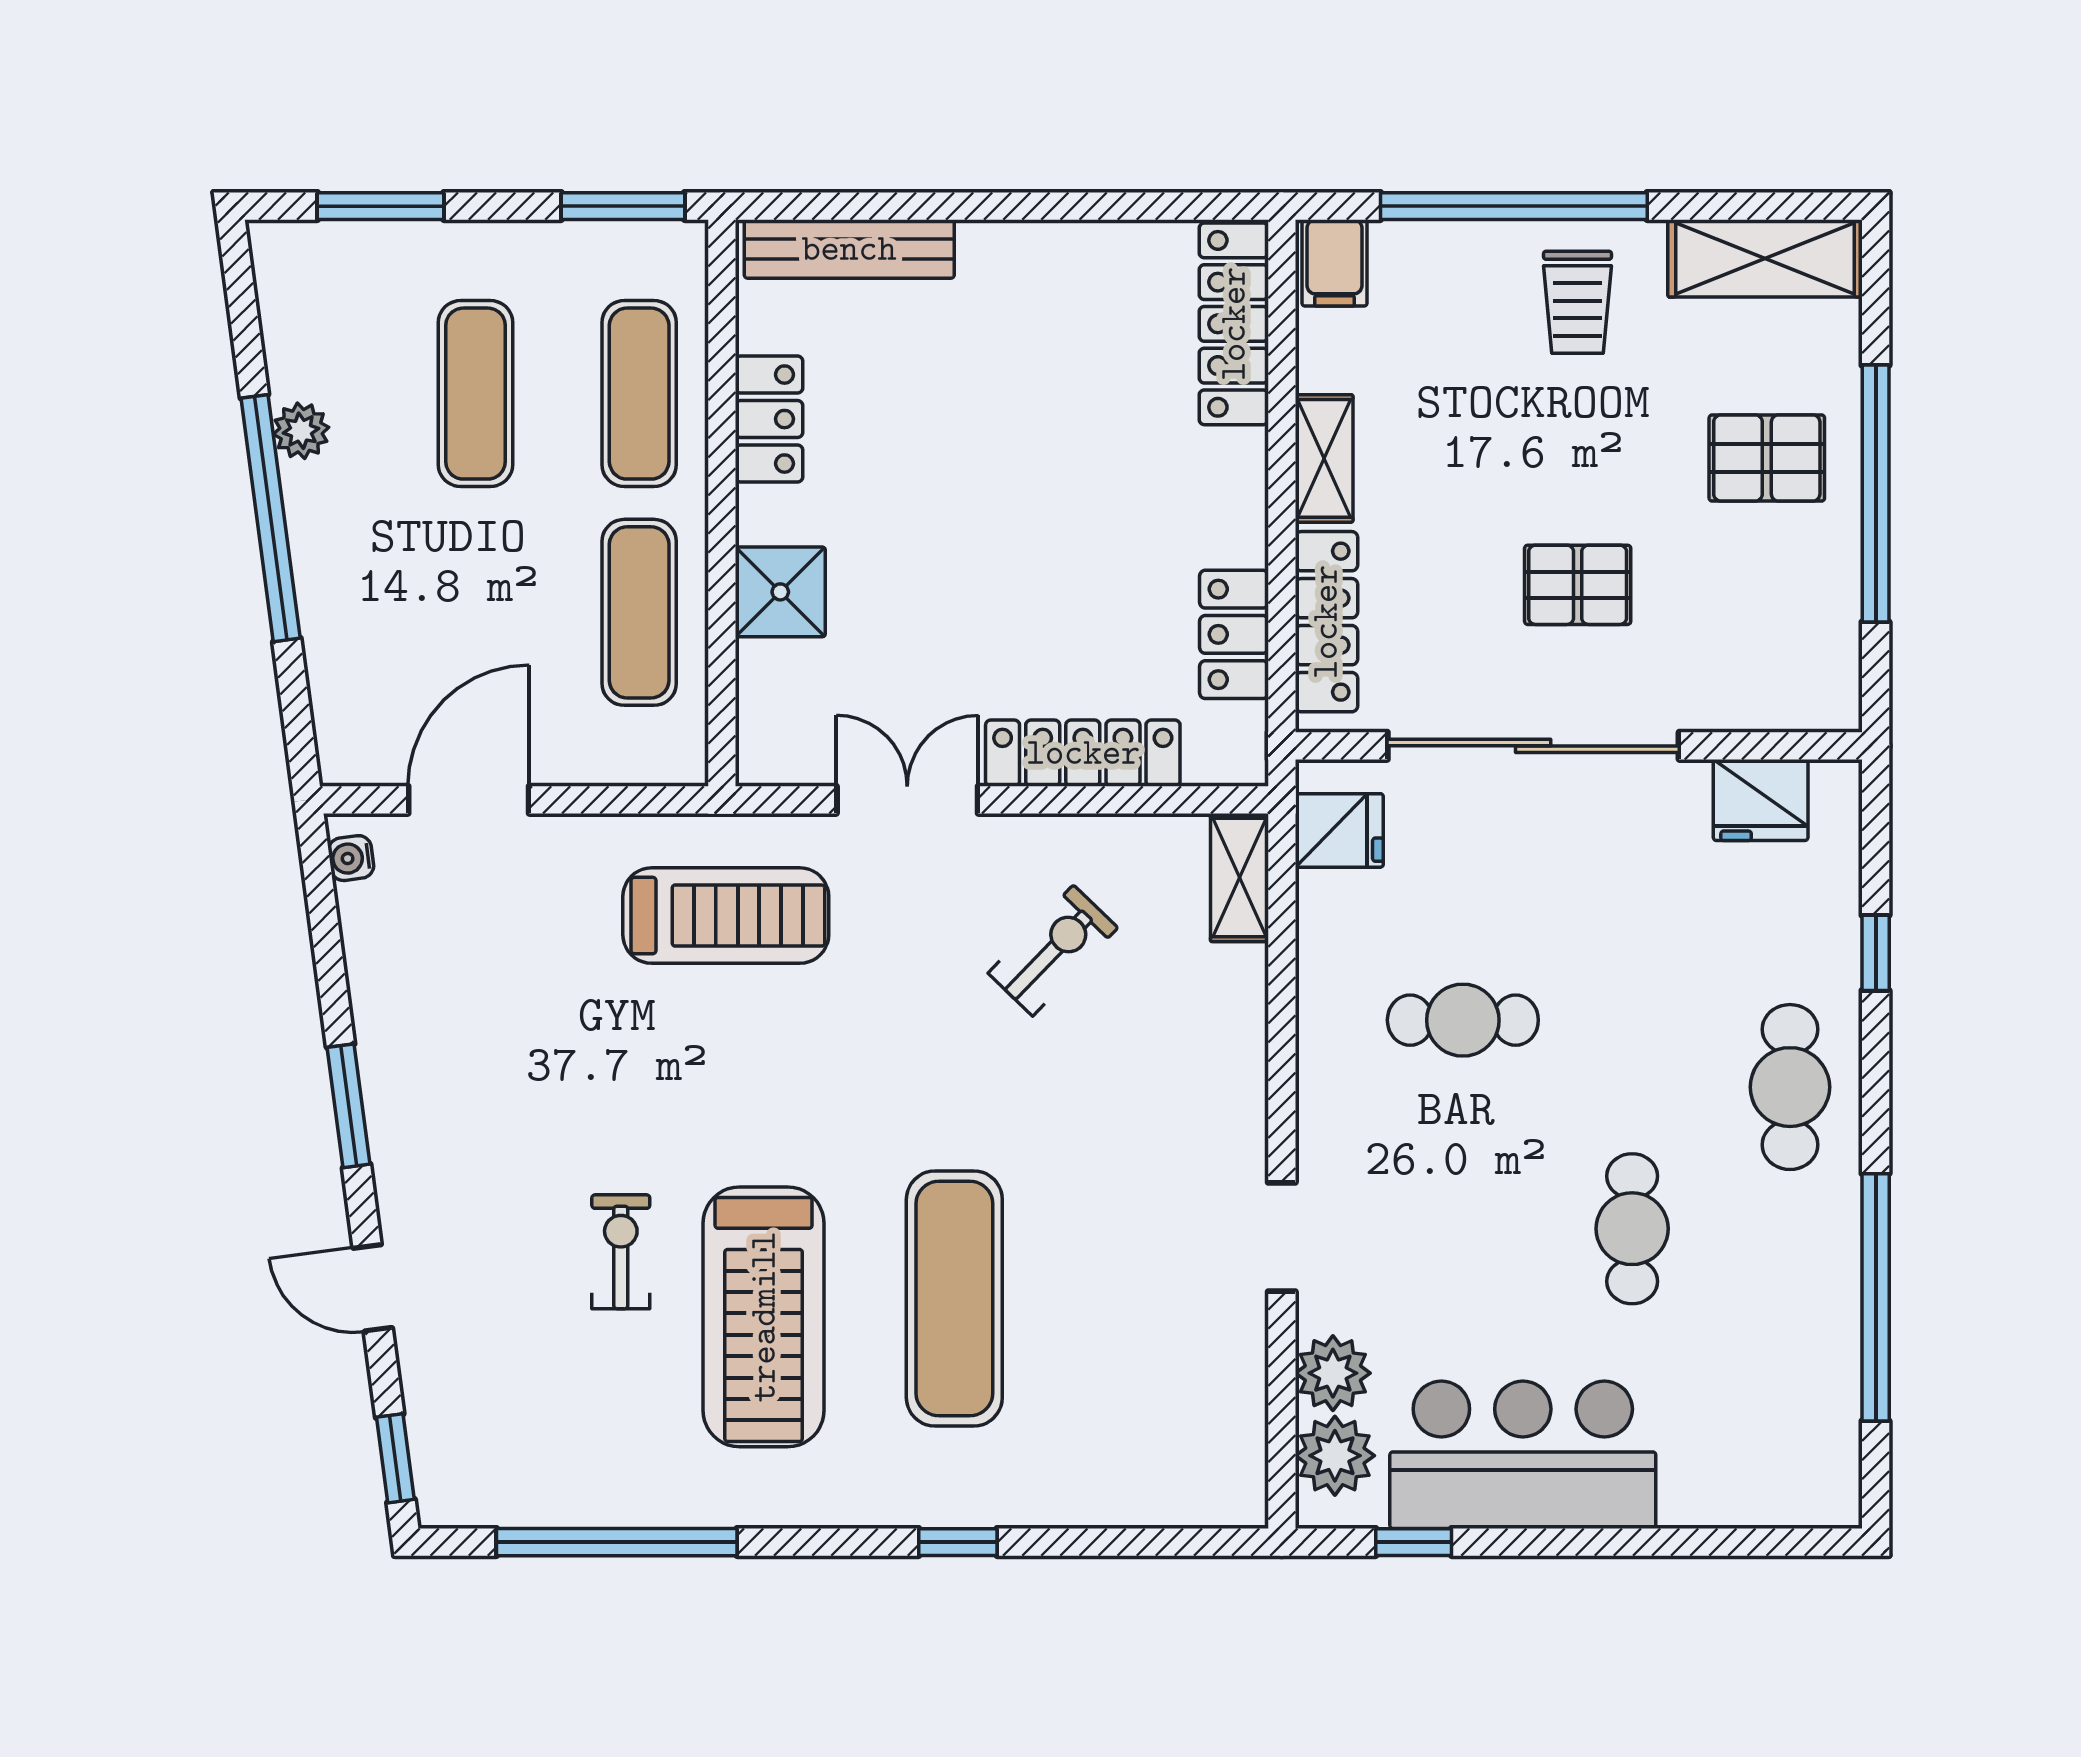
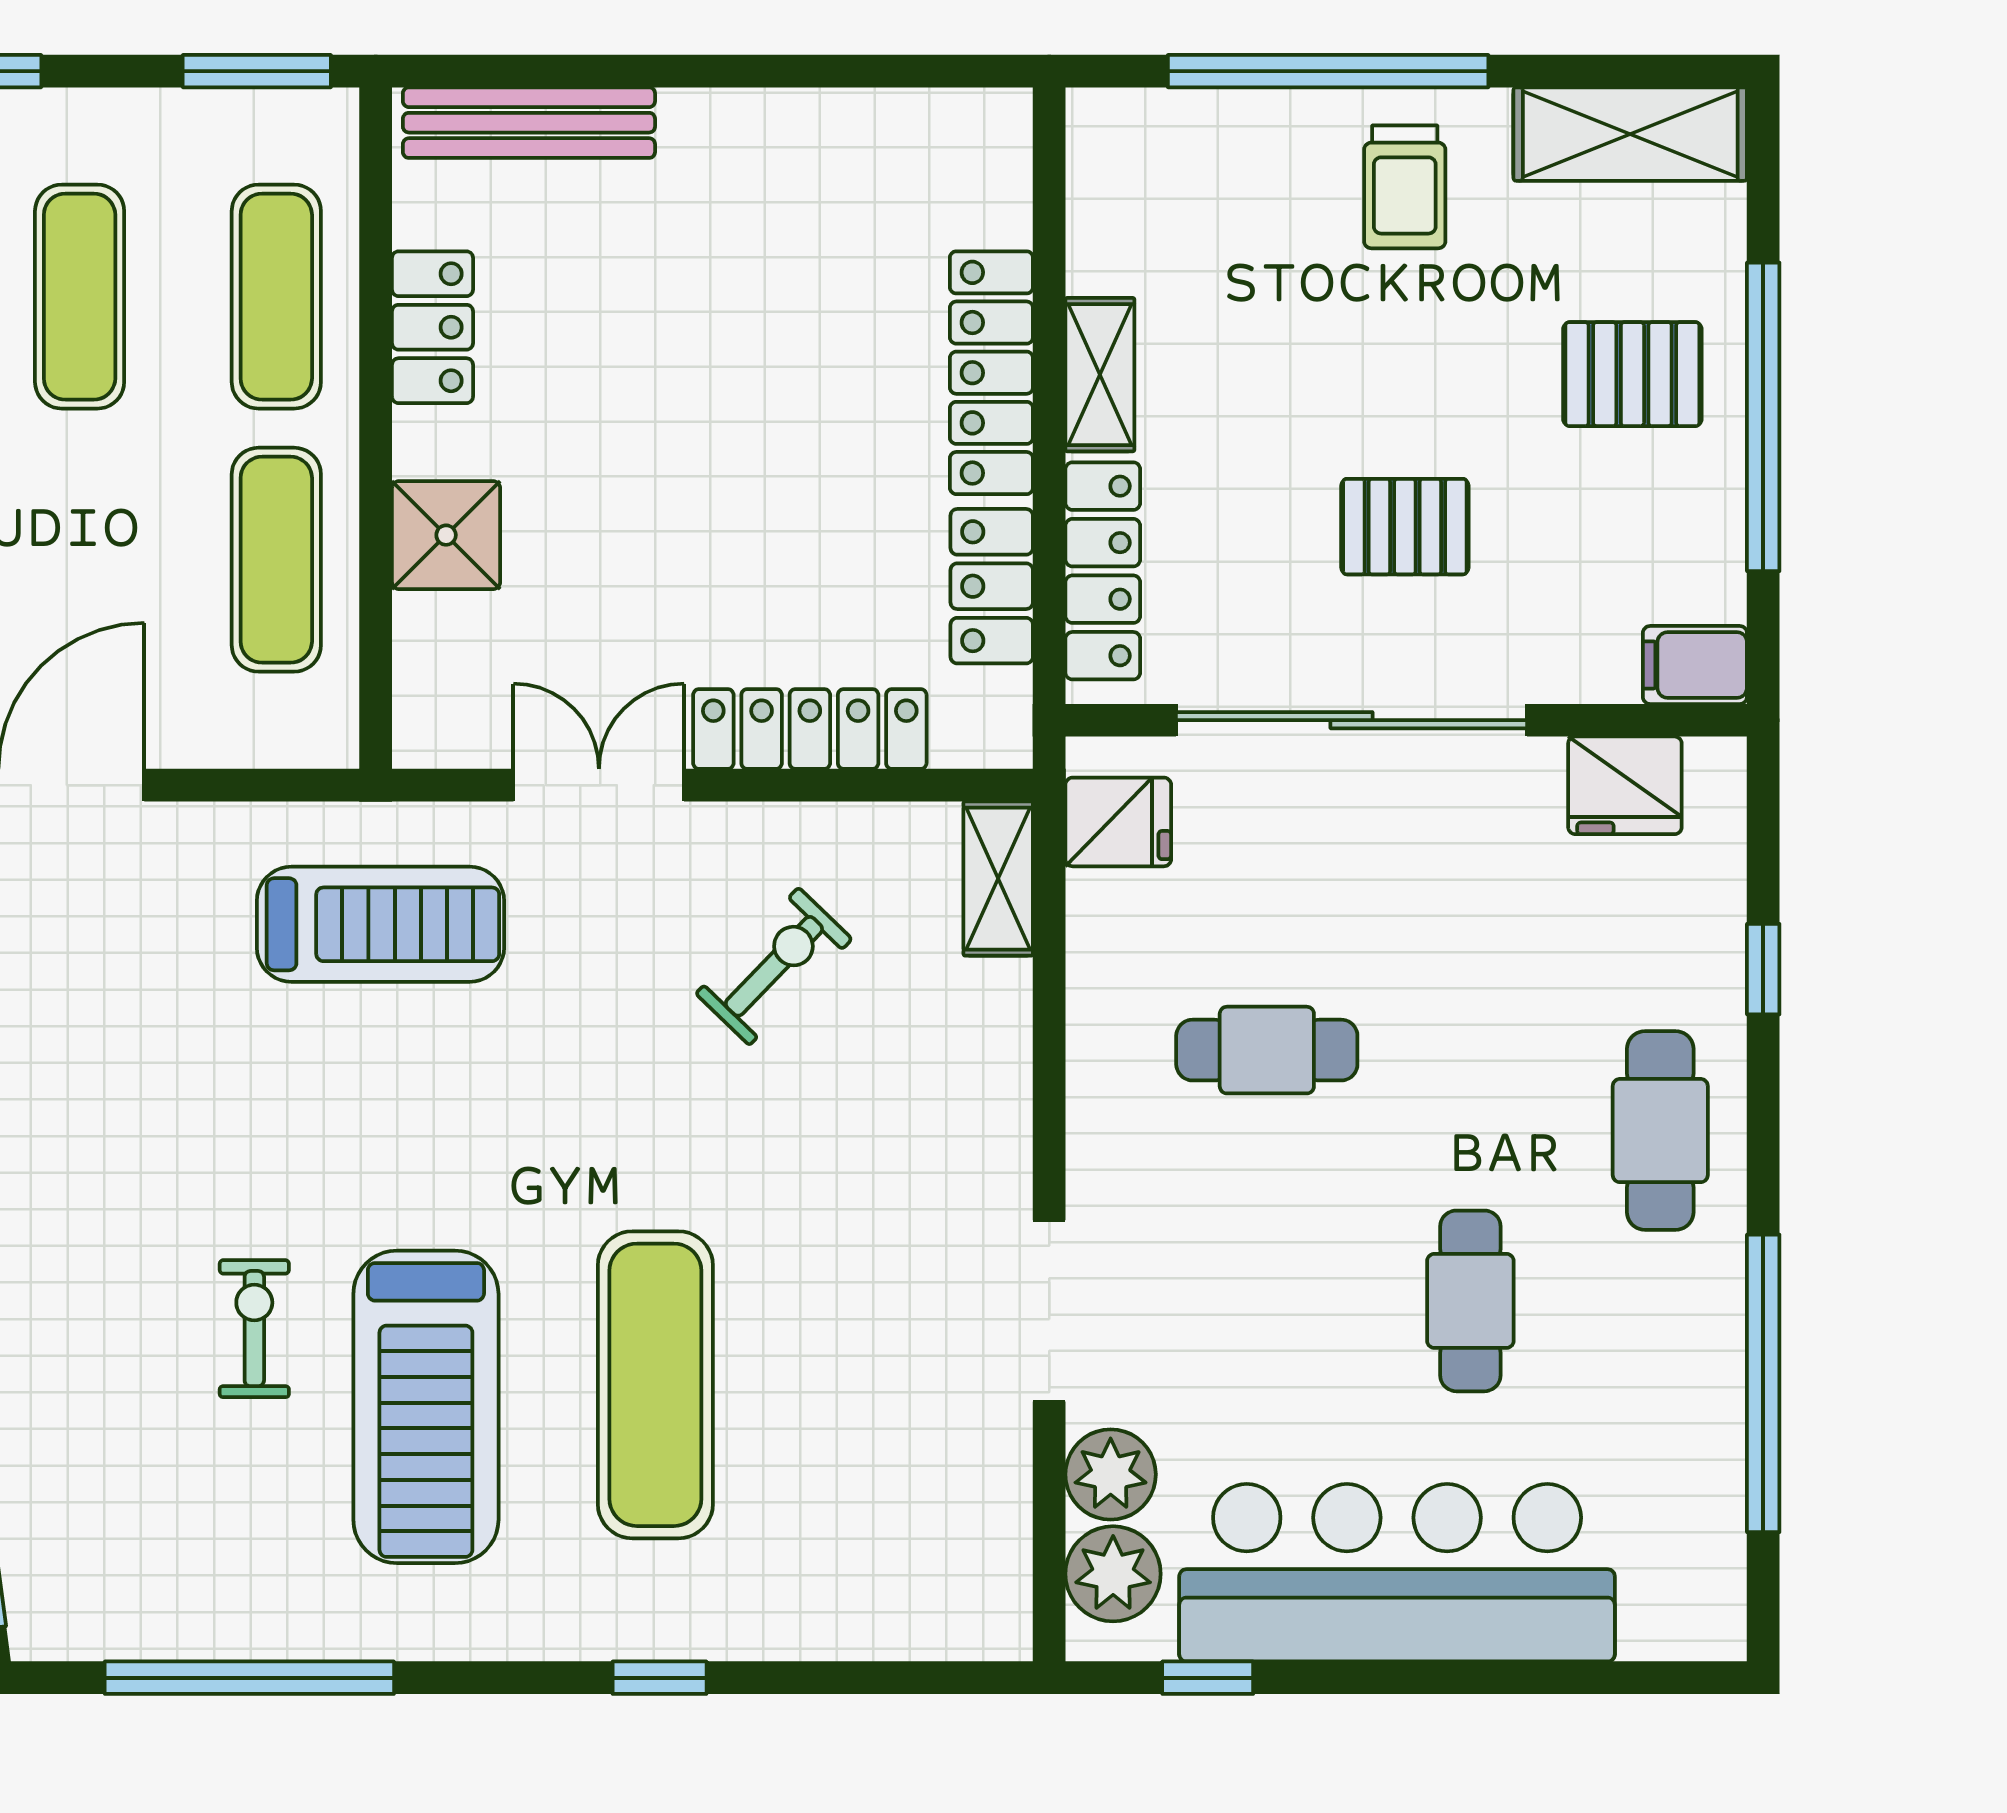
filing cabinet: (1335, 263) -> (1695, 665), moved, turned 90
locker: (1234, 324) -> (991, 373), moved
doorway: (1282, 1237) -> (1049, 1311), width x1.38
bar counter: (1523, 1455) -> (1397, 1573), width x1.36

